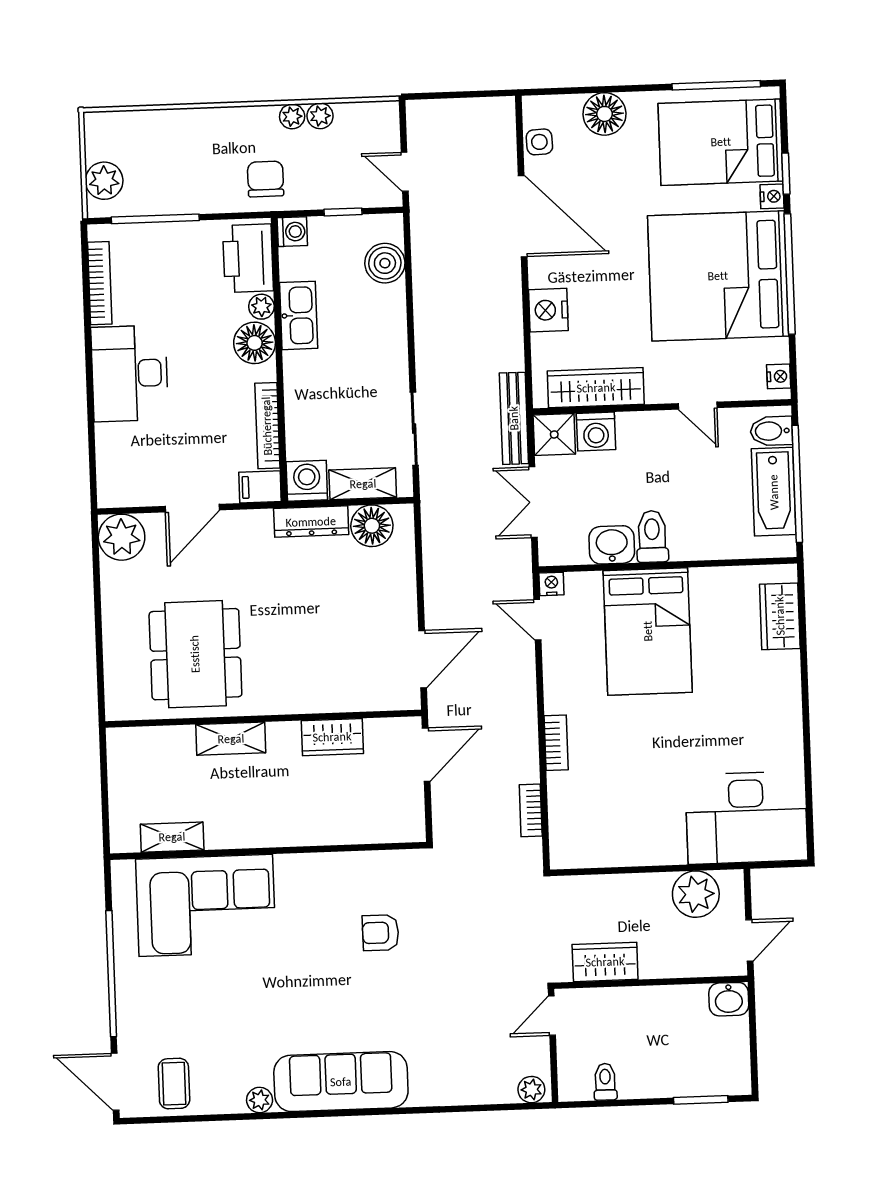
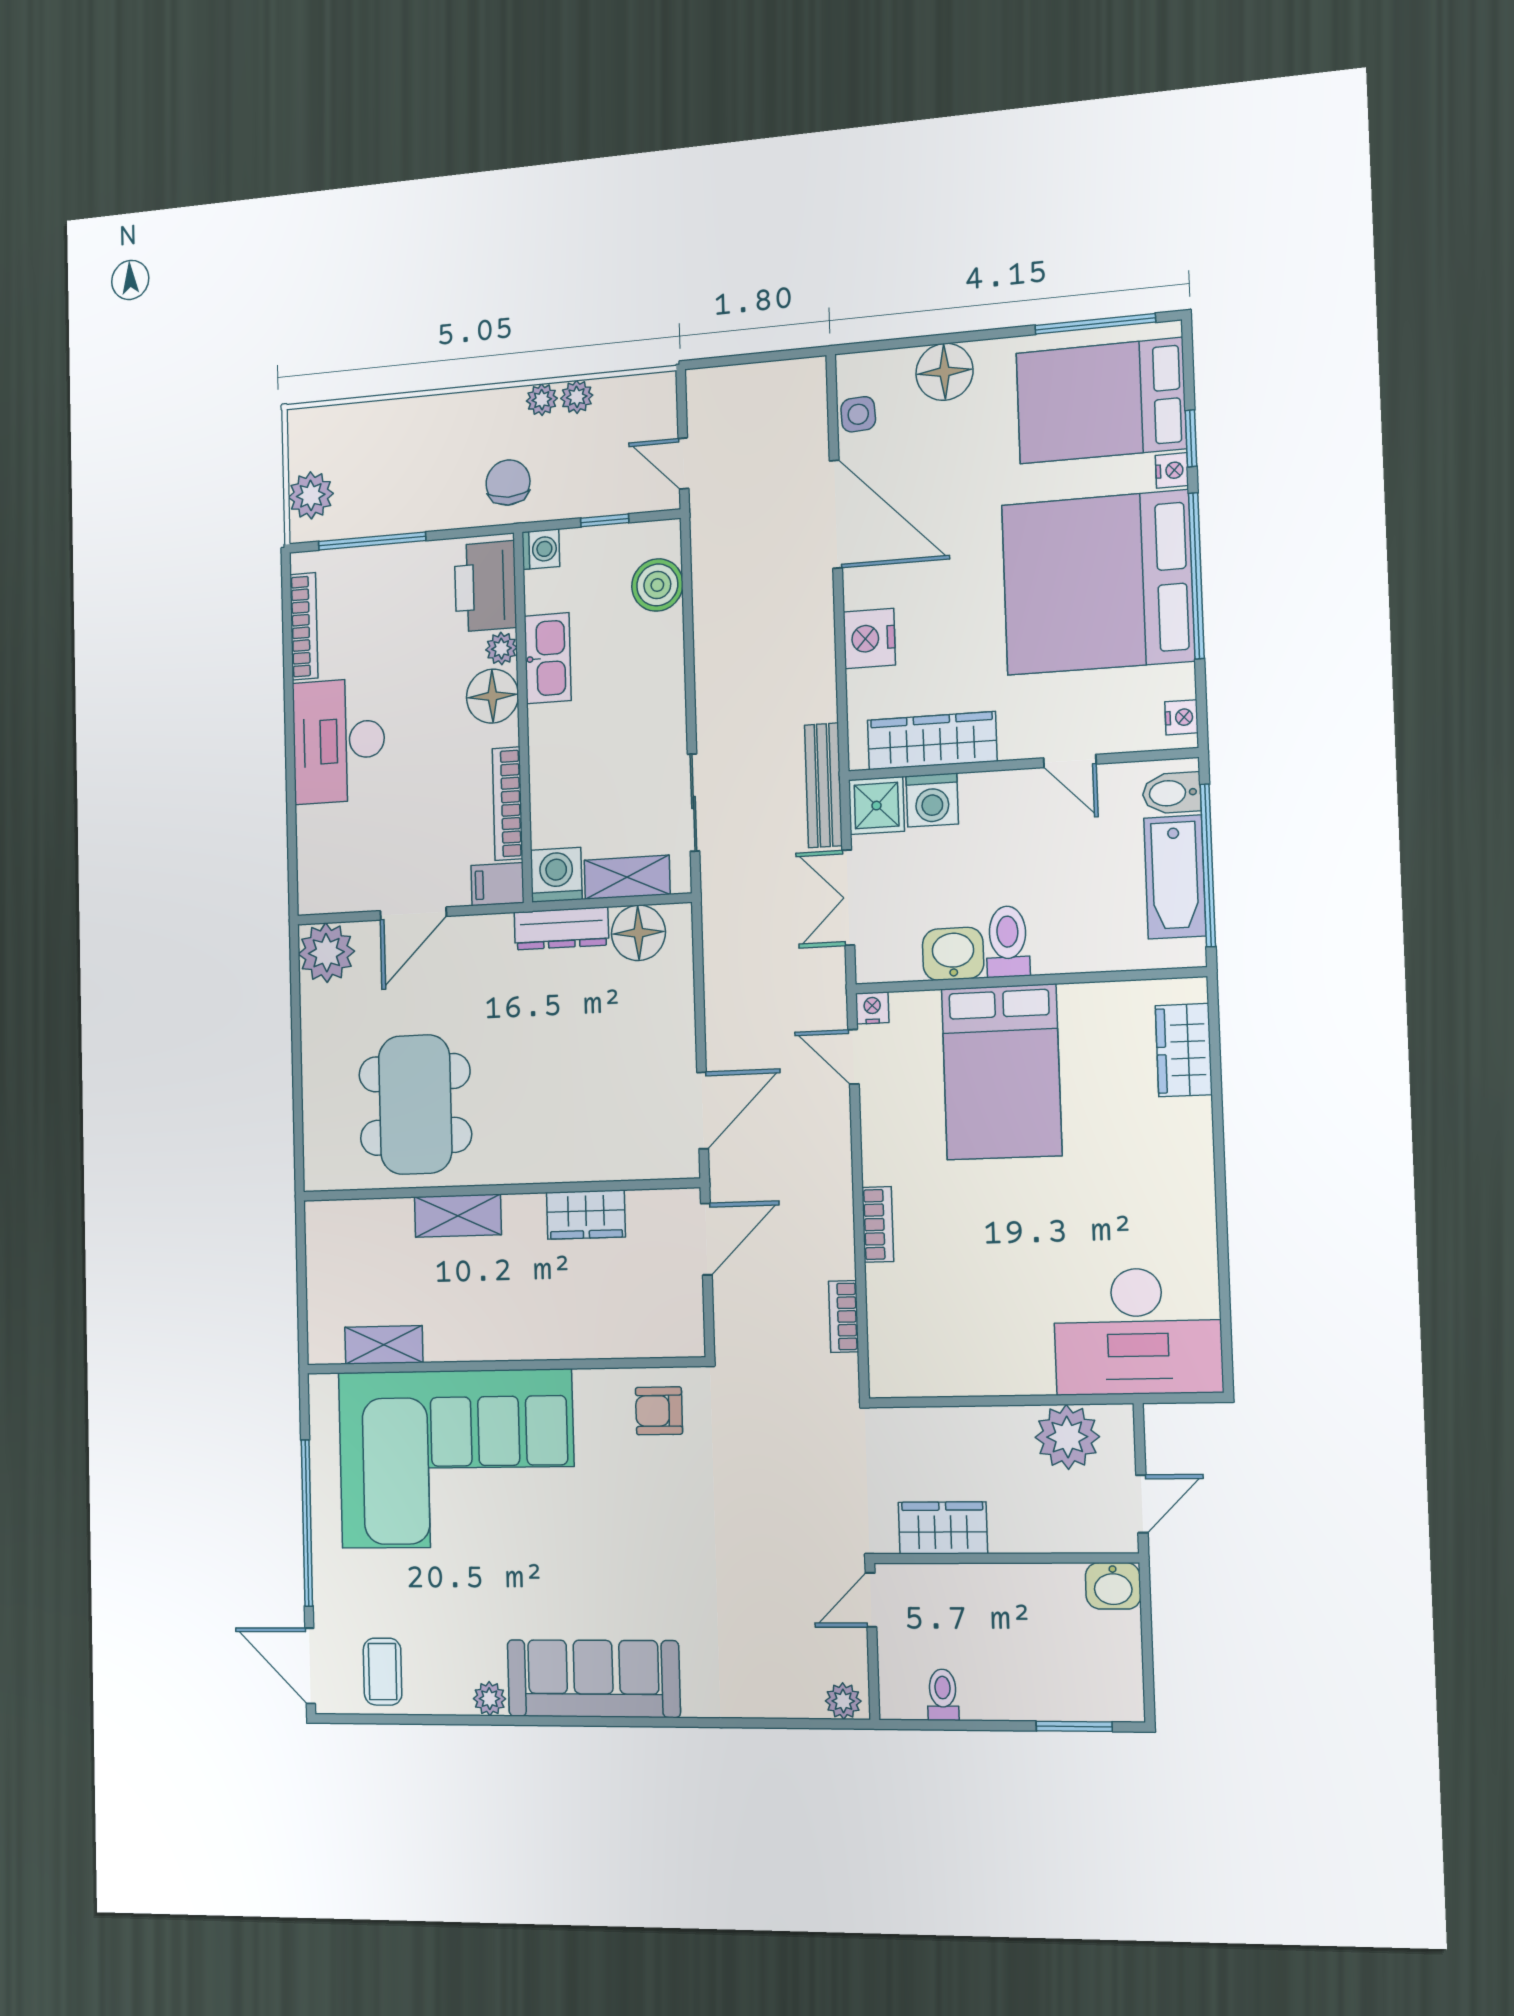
corner sofa: (206, 905) -> (456, 1459), width x1.36, depth x1.36
armchair: (381, 933) -> (659, 1411), moved

